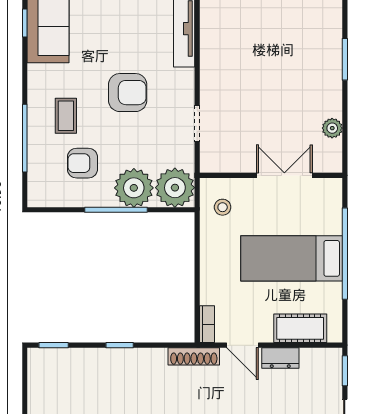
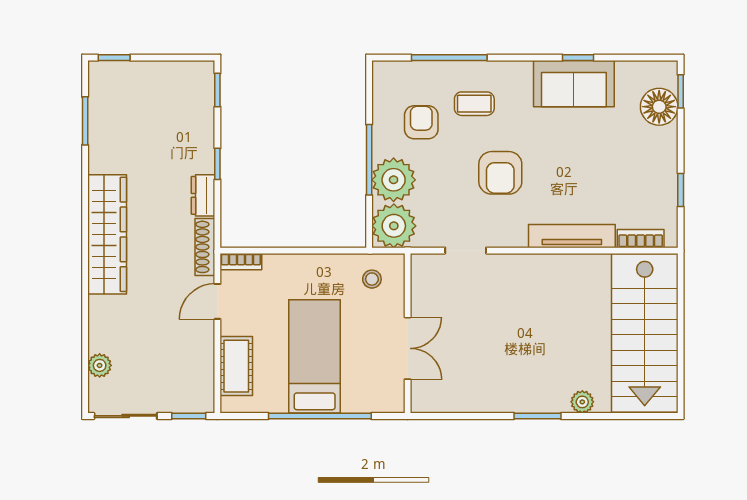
plant: (332, 128) -> (582, 402), moved
dresser: (280, 358) -> (203, 195), moved

